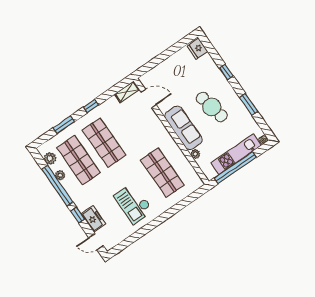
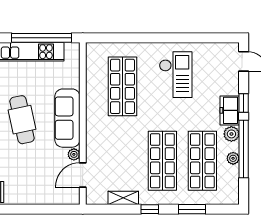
shelving: (127, 92) -> (123, 198), moved
door: (149, 98) -> (83, 175), hinge flipped
plant: (195, 154) -> (74, 154), moved
plant: (50, 158) -> (231, 134), moved
freezer: (93, 219) -> (230, 110), moved

